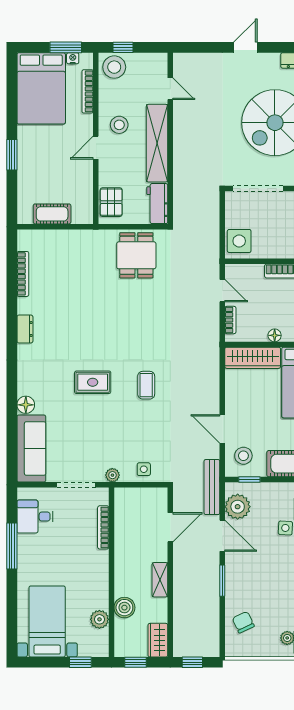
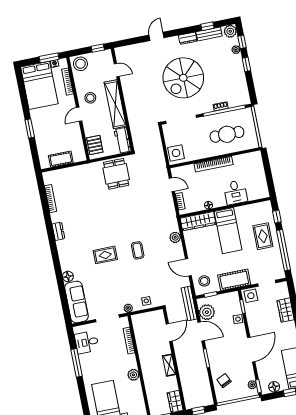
window: (123, 47) -> (98, 48), moved
plant: (211, 376) -> (175, 237), added
boiler: (124, 608) -> (151, 386), removed
plant: (99, 619) -> (133, 375), moved

